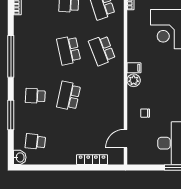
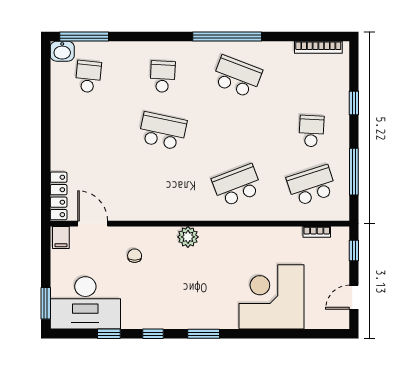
school desk: (69, 50) -> (237, 77), moved, turned 33
filing cabinet: (134, 68) -> (61, 237), moved
window: (11, 115) -> (84, 37), moved
locker: (92, 160) -> (59, 196), moved

